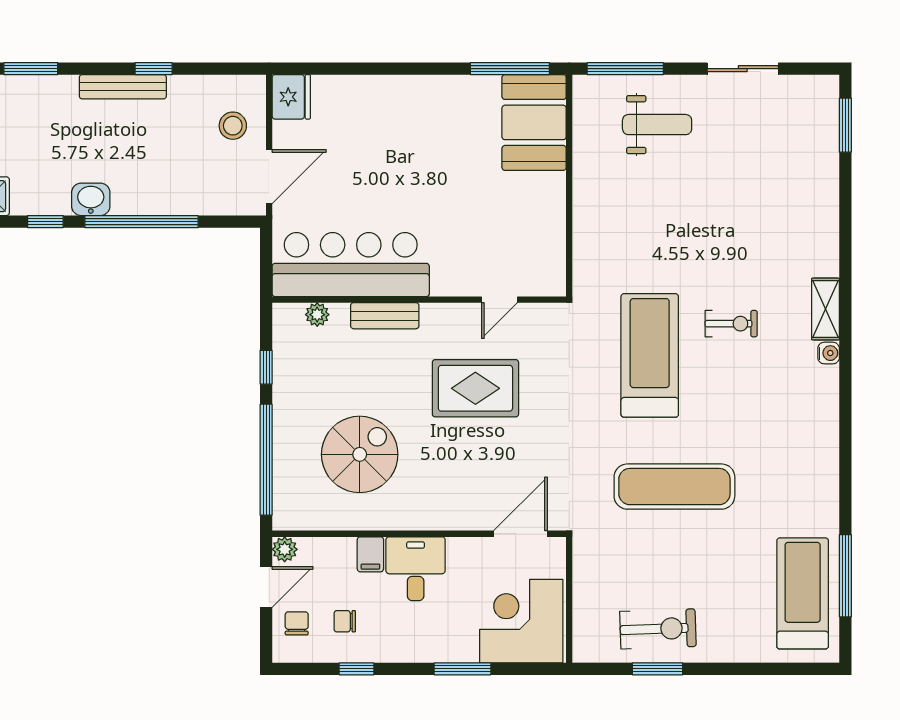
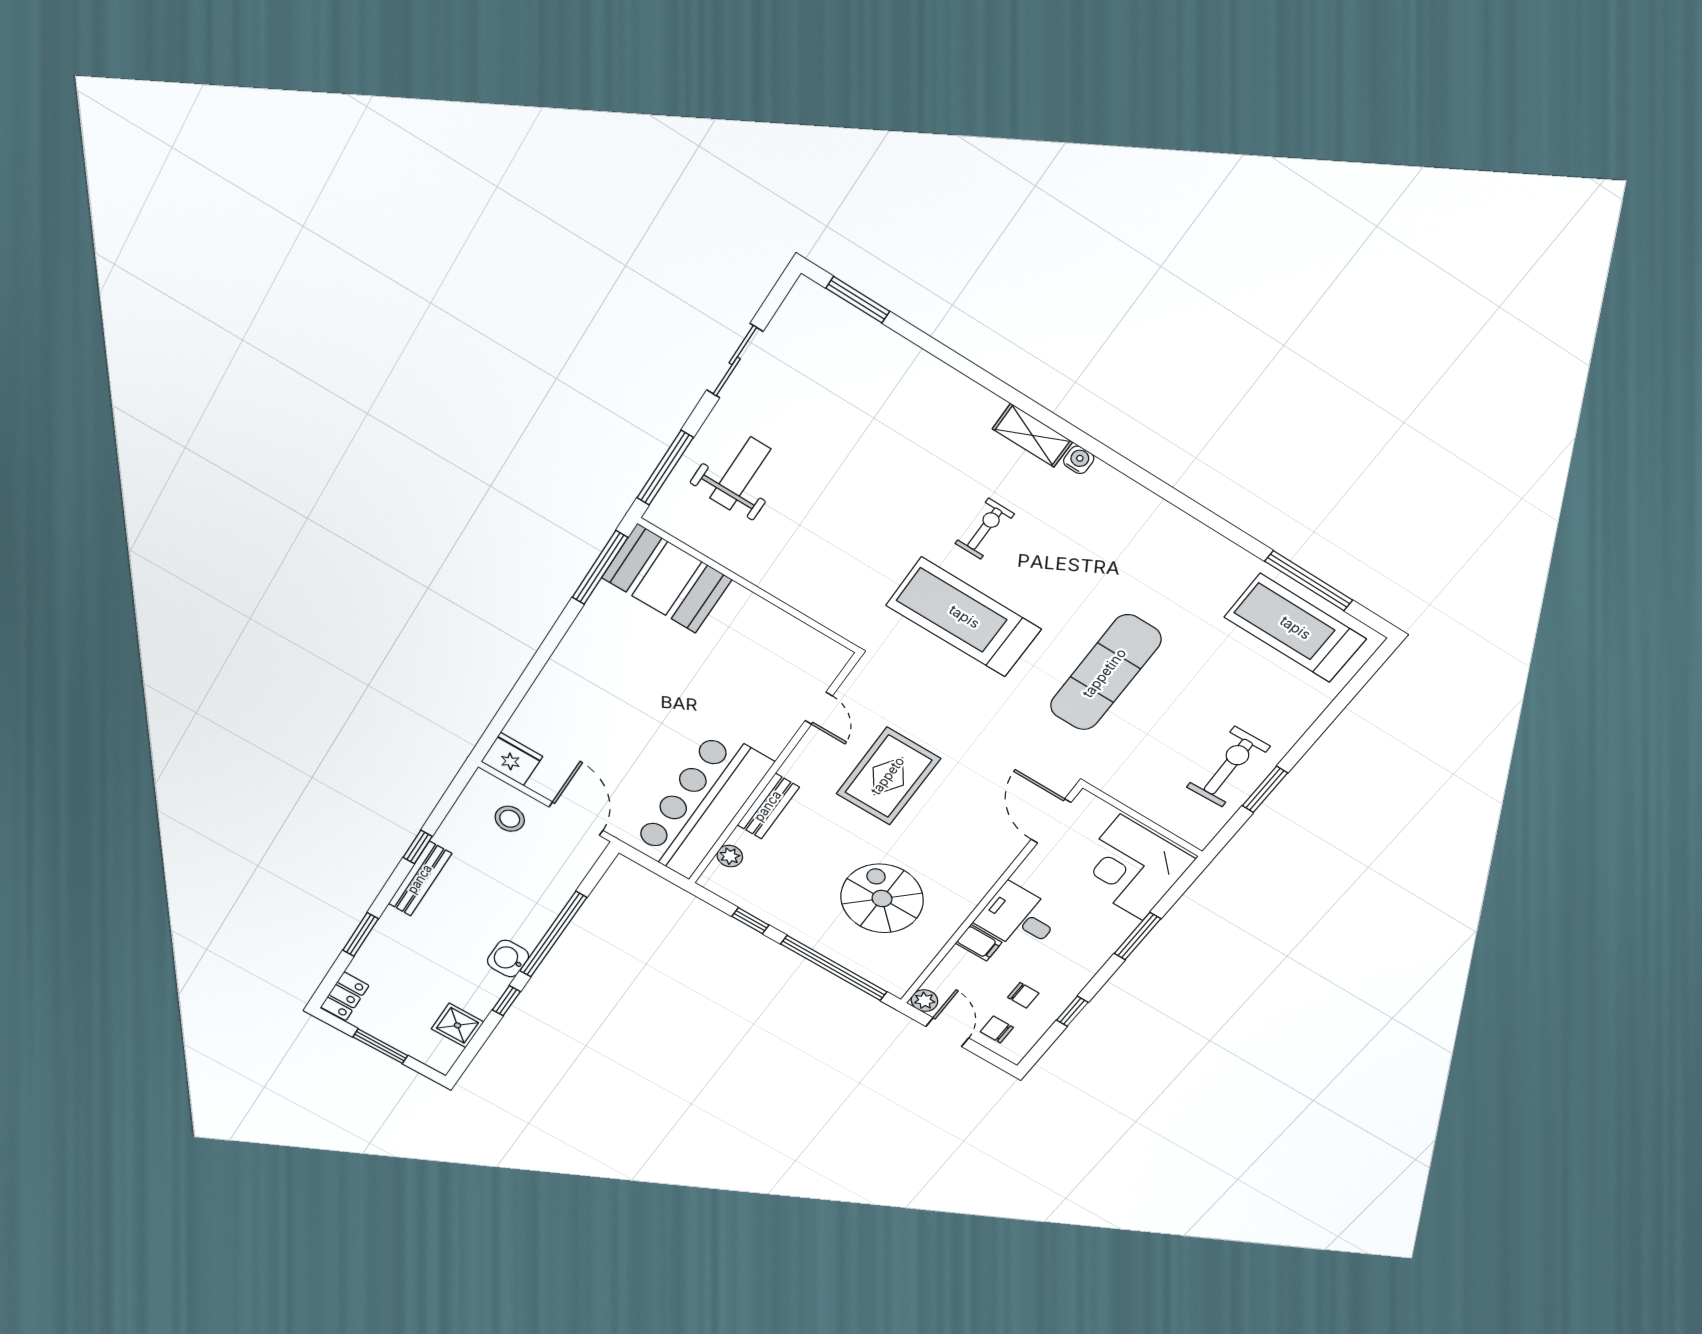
chair: (345, 621) -> (1023, 995), turned -90

